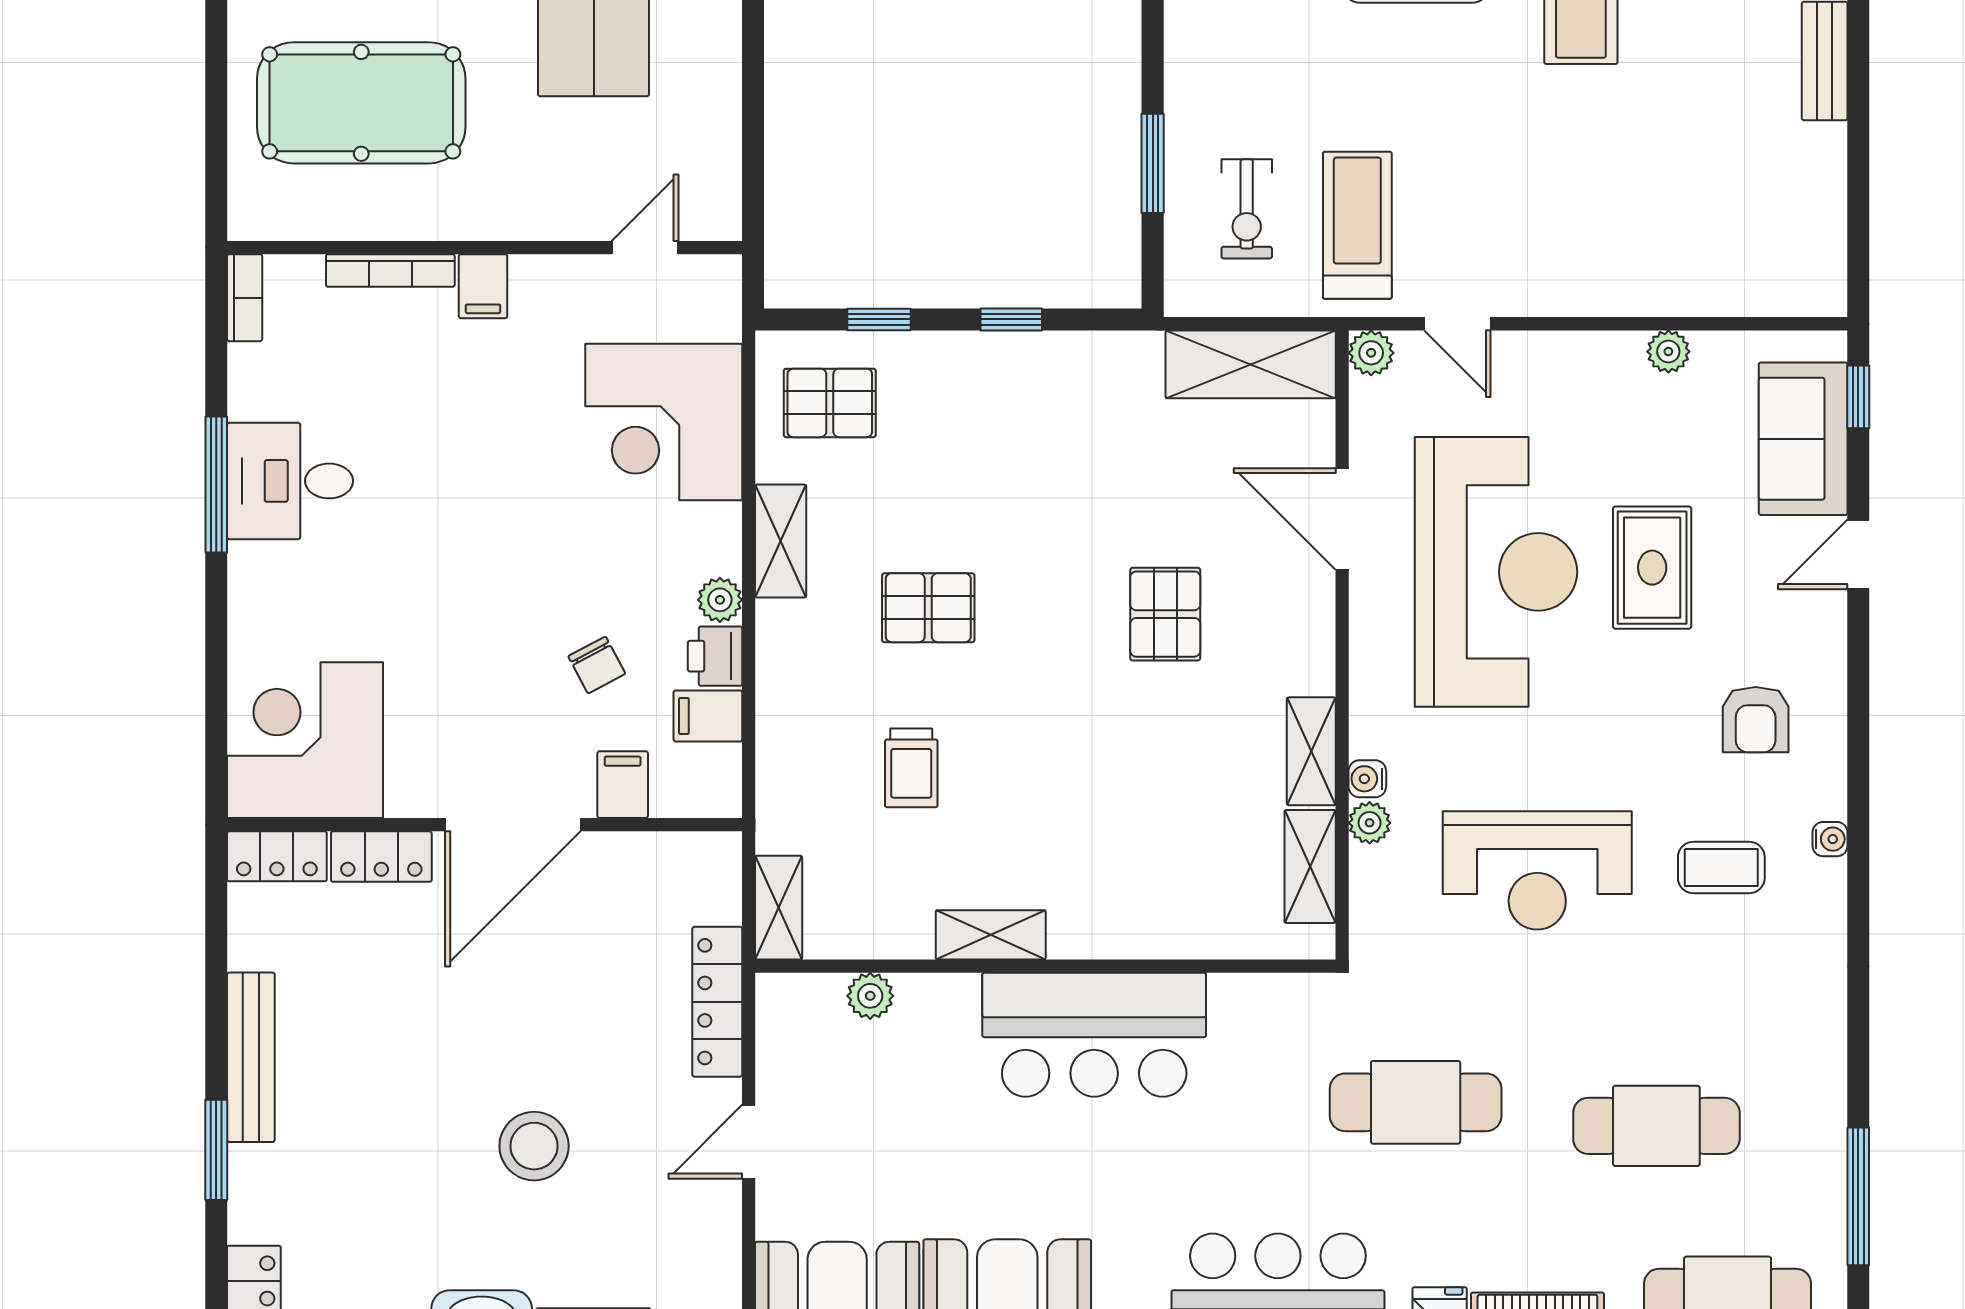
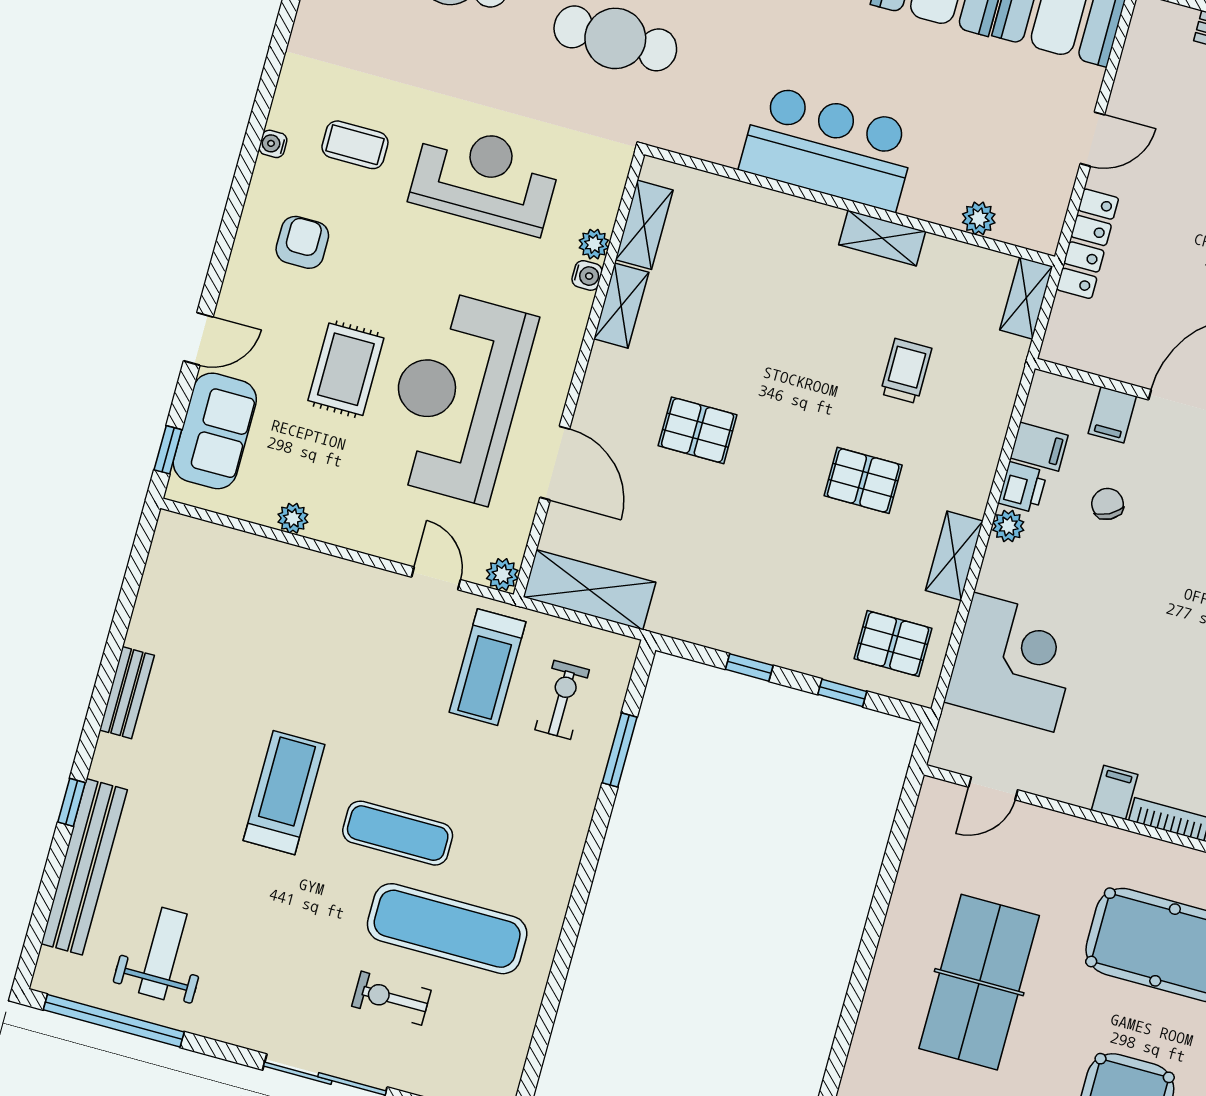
pallet: (1165, 614) -> (698, 430), turned 90

